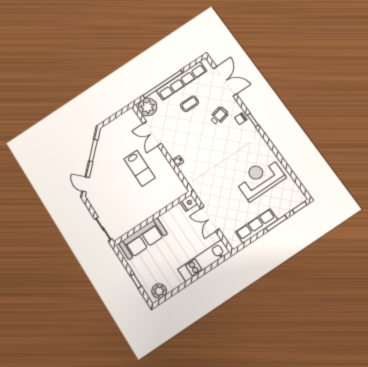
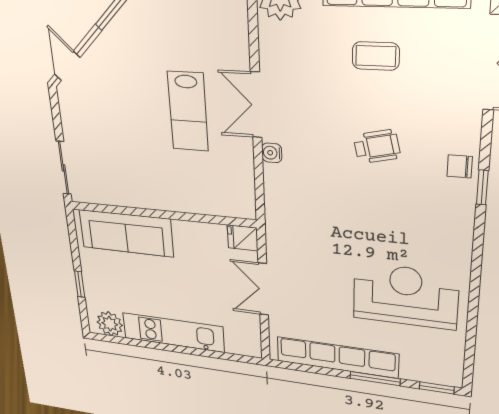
wheelchair: (219, 116) -> (377, 147), moved
double door: (152, 133) -> (256, 105), moved
row of seats: (256, 226) -> (337, 357), width x1.36
kitchen unit: (204, 261) -> (173, 332), moved

